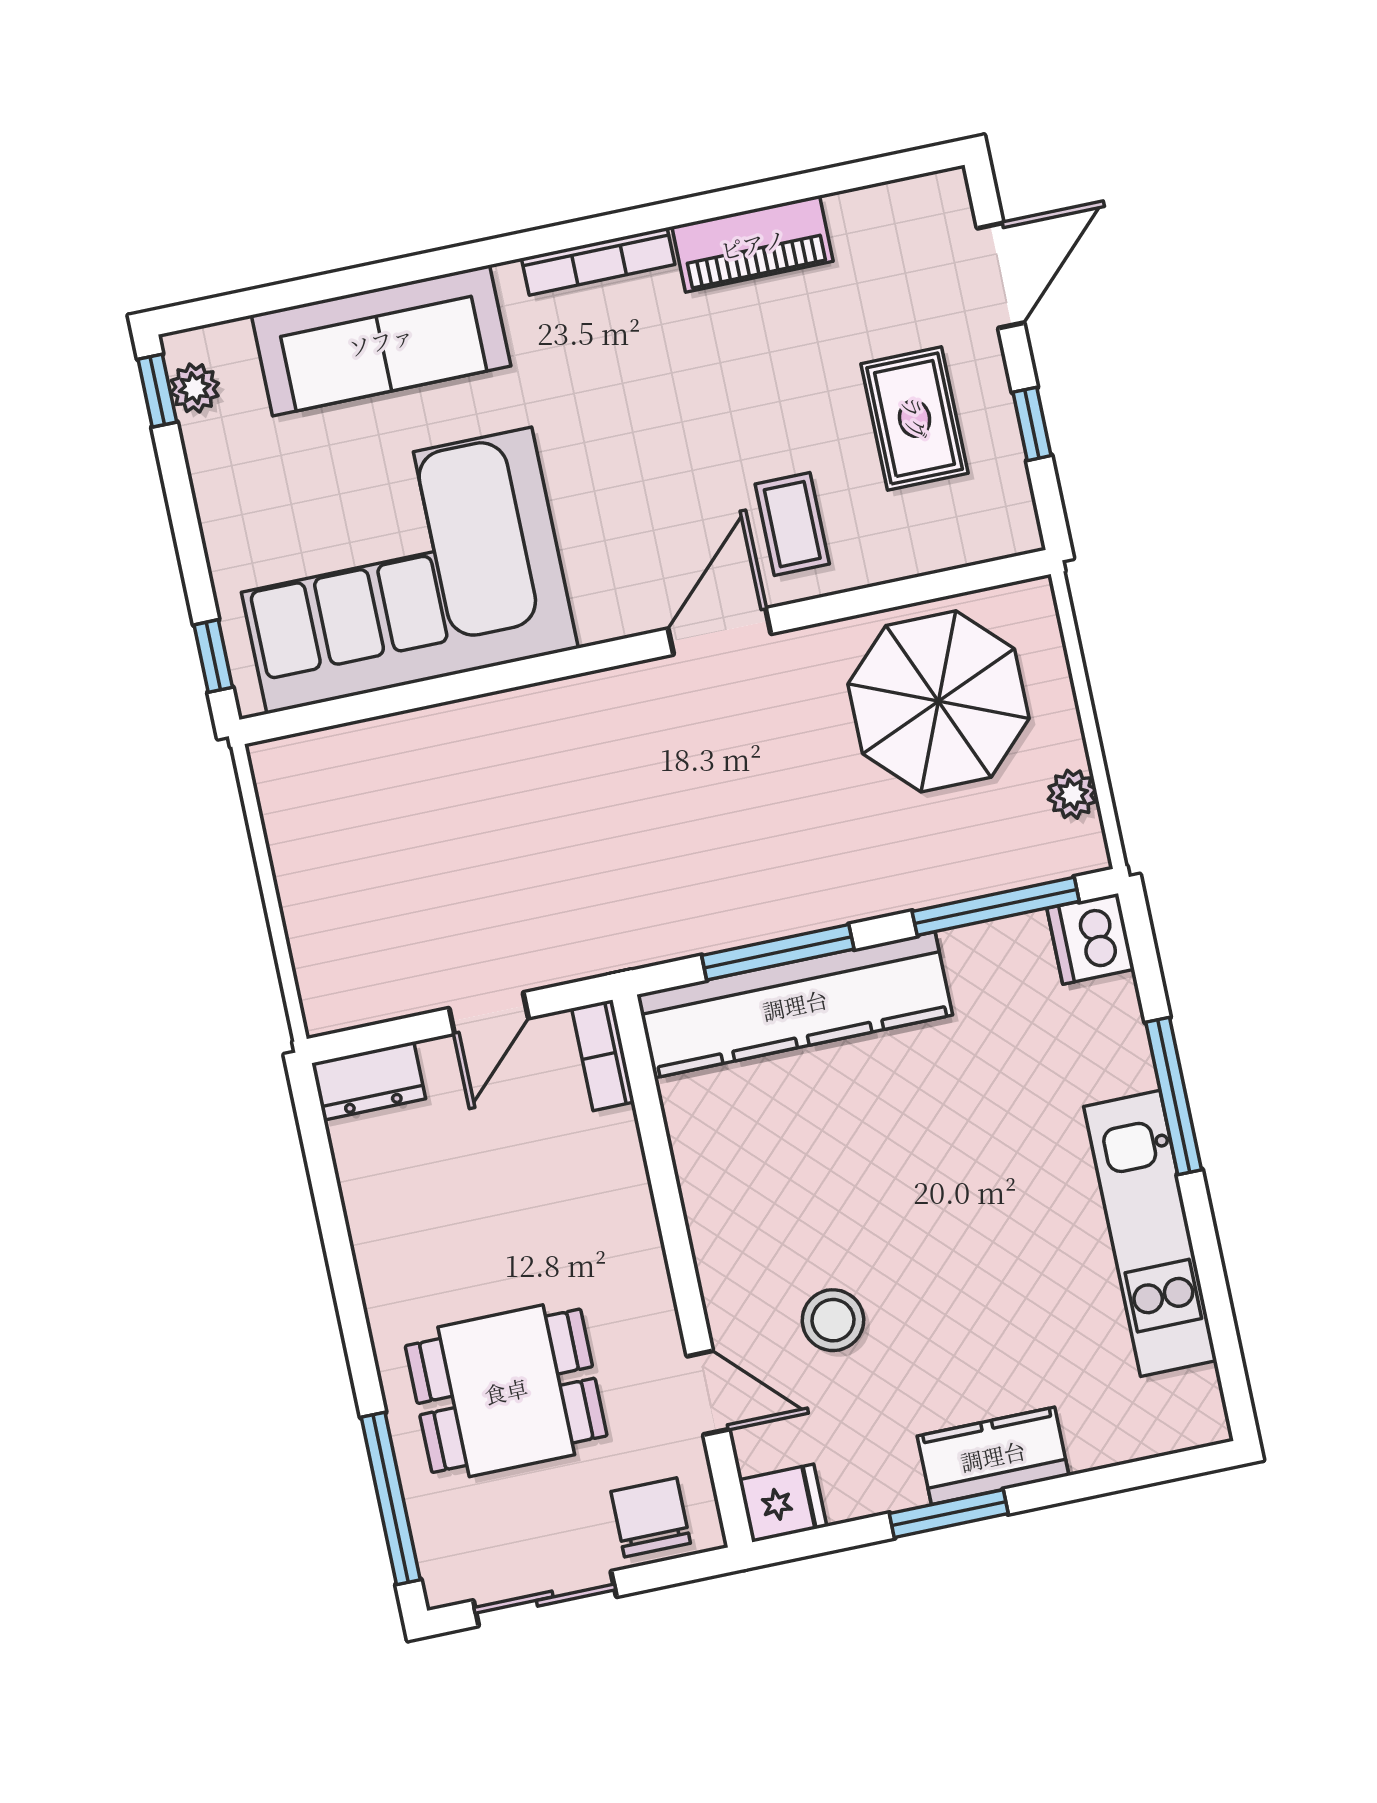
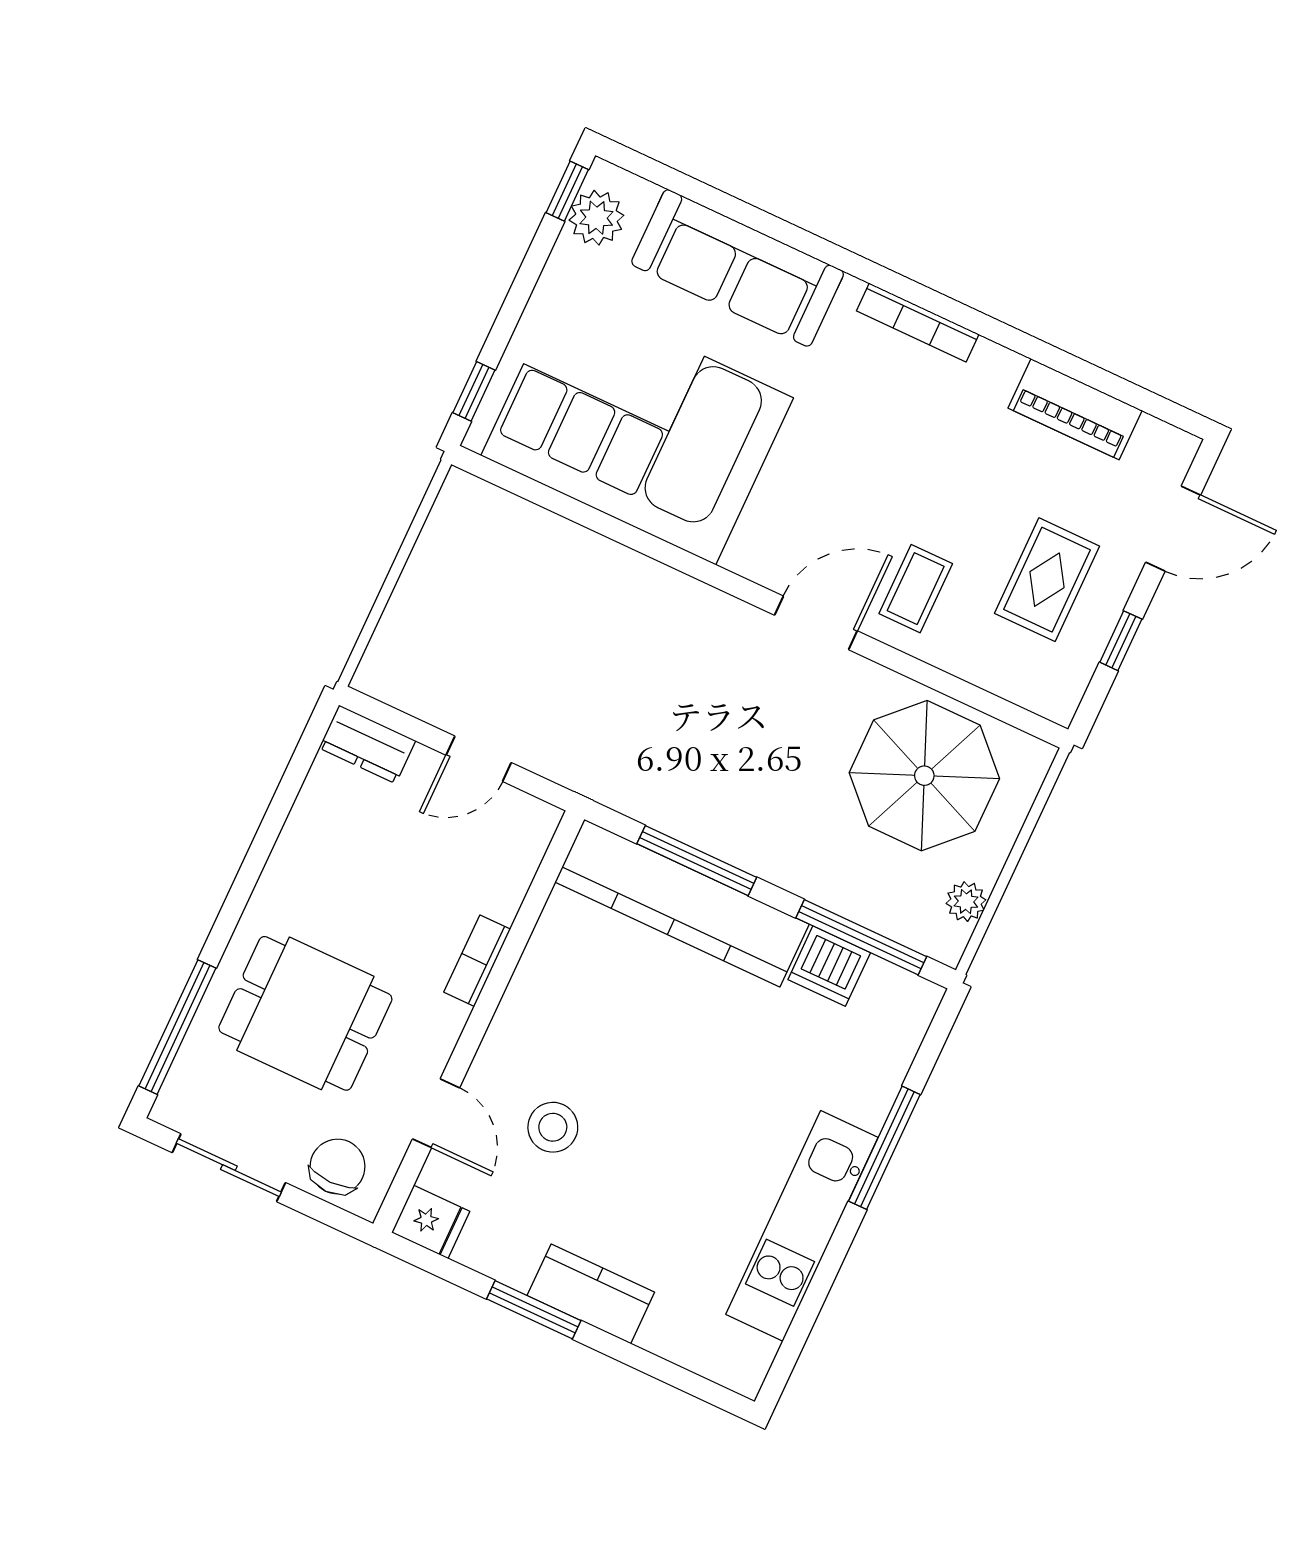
piano: (753, 244) -> (1075, 409), moved
plant: (195, 388) -> (596, 218), width x1.38, depth x1.38
dishwasher: (1091, 939) -> (829, 966), moved, turned -90
bookcase: (603, 1055) -> (477, 961), moved

